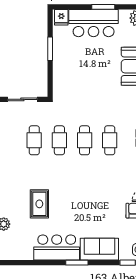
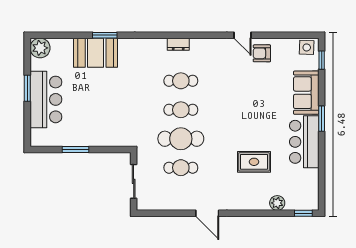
fridge: (61, 17) -> (39, 137), removed
cafe table: (59, 140) -> (181, 139), width x1.37, depth x1.35

